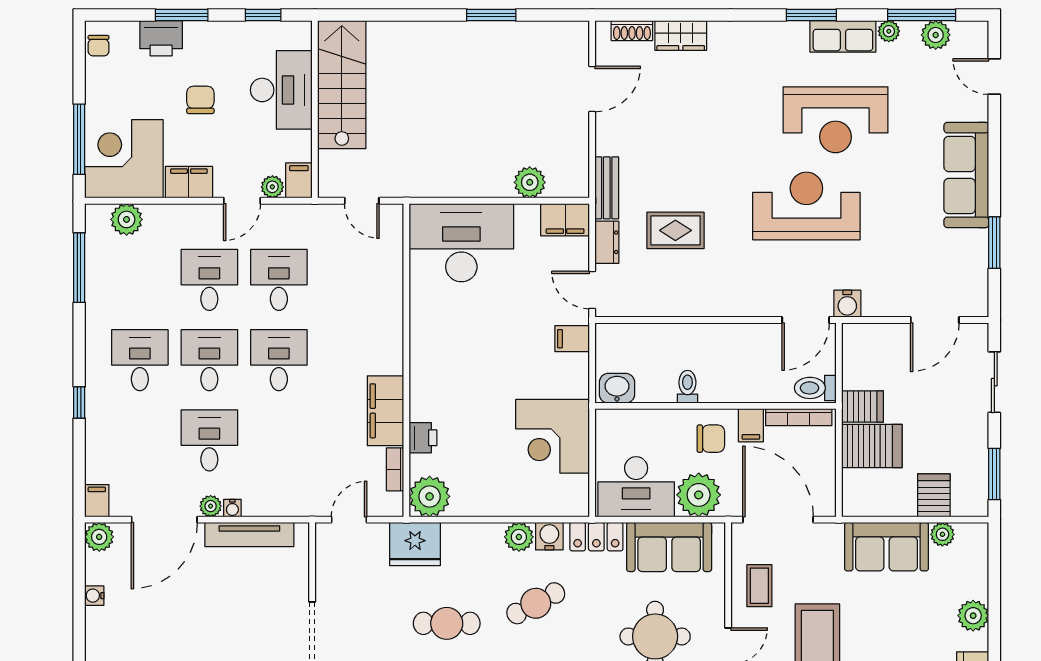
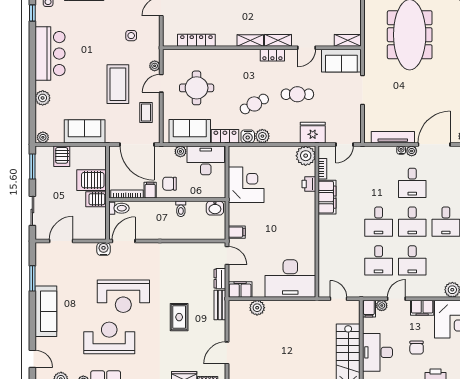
rug: (675, 230) -> (179, 317), moved, turned 90
plant: (699, 495) -> (180, 151), width x0.53, depth x0.53
plant: (942, 534) -> (43, 137), moved

